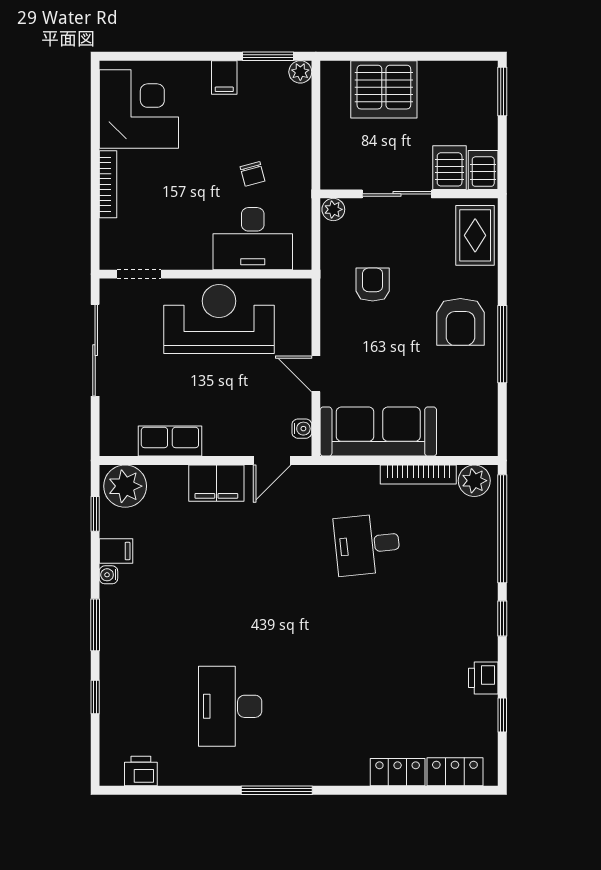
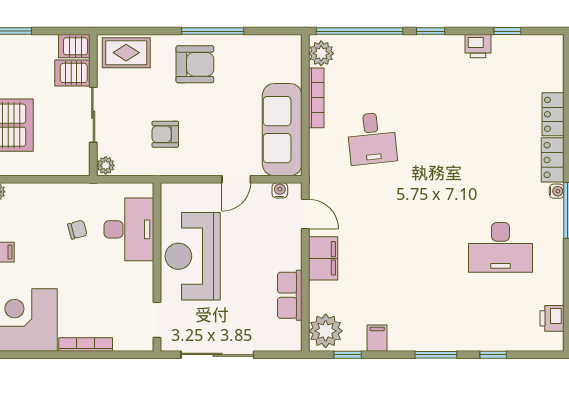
water cooler: (108, 575) -> (557, 191), moved, turned -90
locker: (455, 772) -> (553, 160), moved

